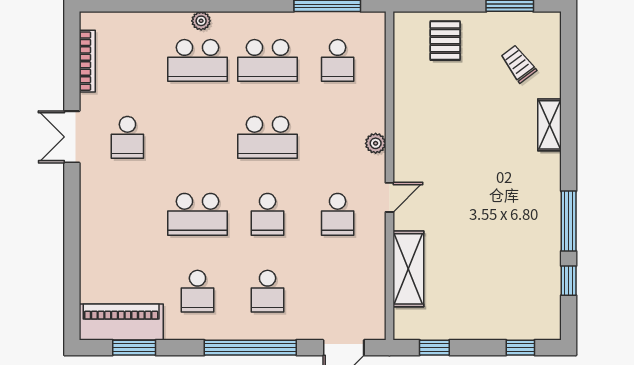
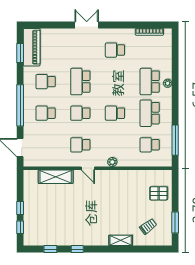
double door: (72, 137) -> (87, 25), moved
school desk: (268, 137) -> (115, 113), width x0.54
window: (569, 221) -> (77, 249), width x0.46
window: (434, 348) -> (20, 208), moved

